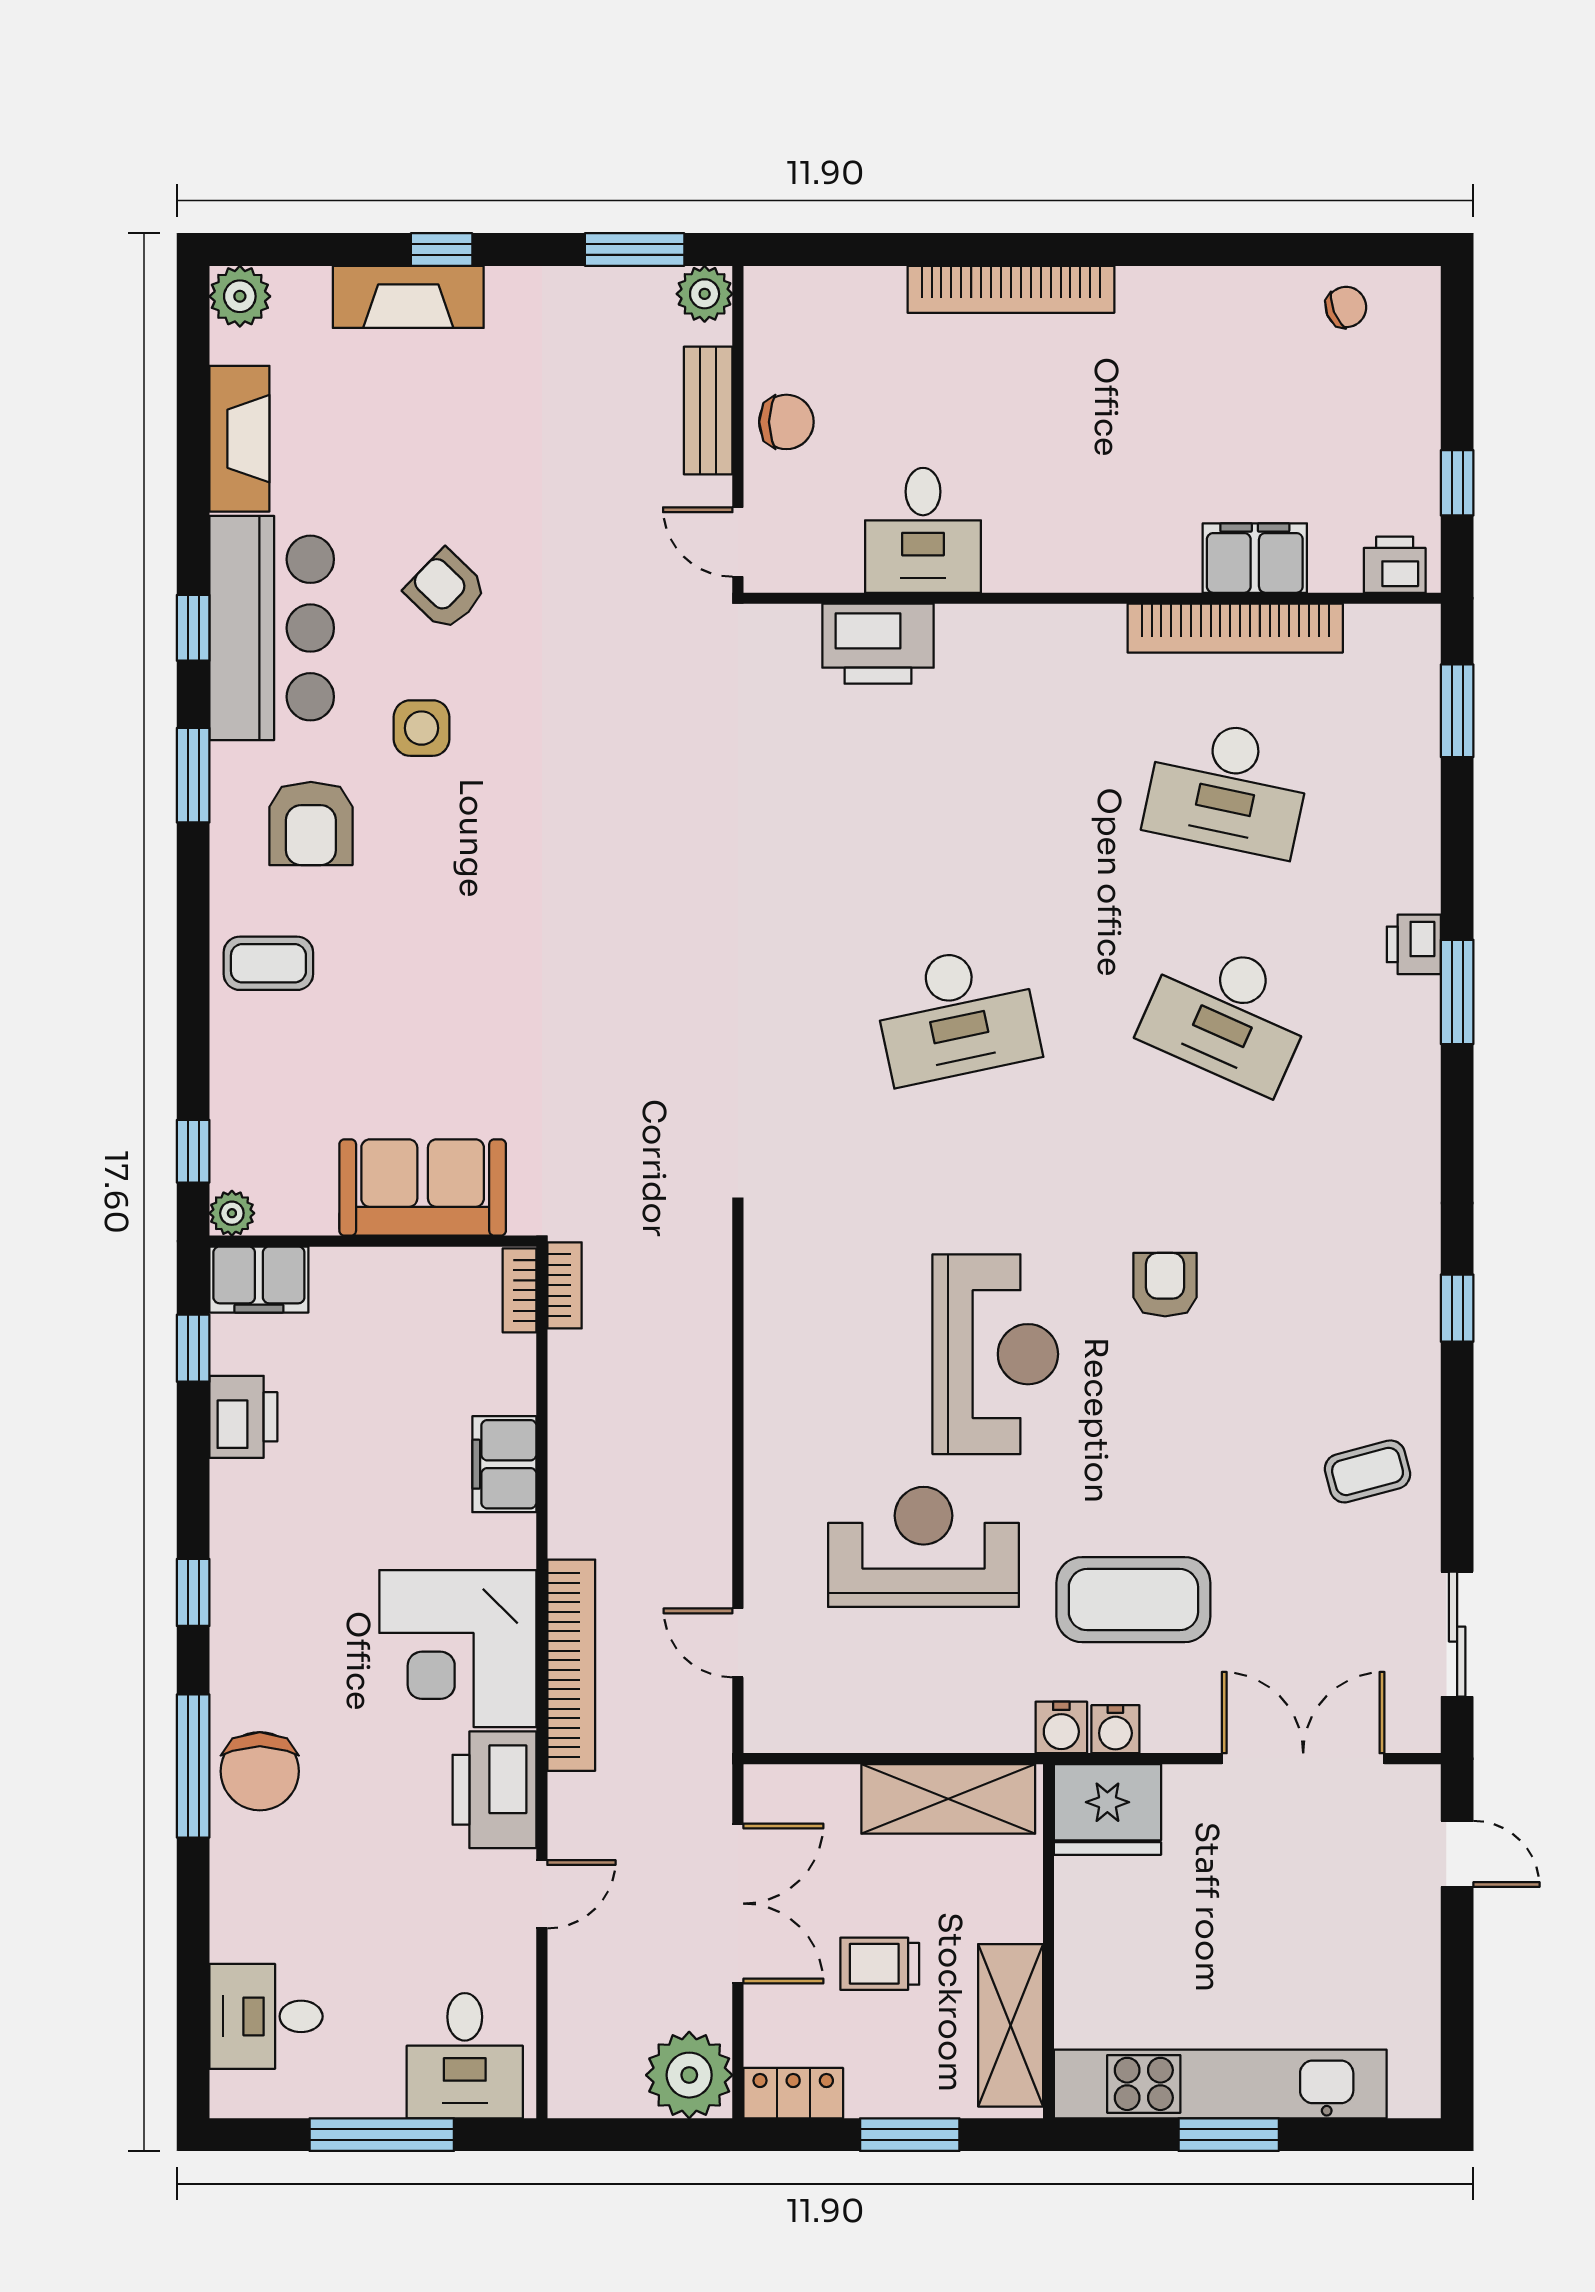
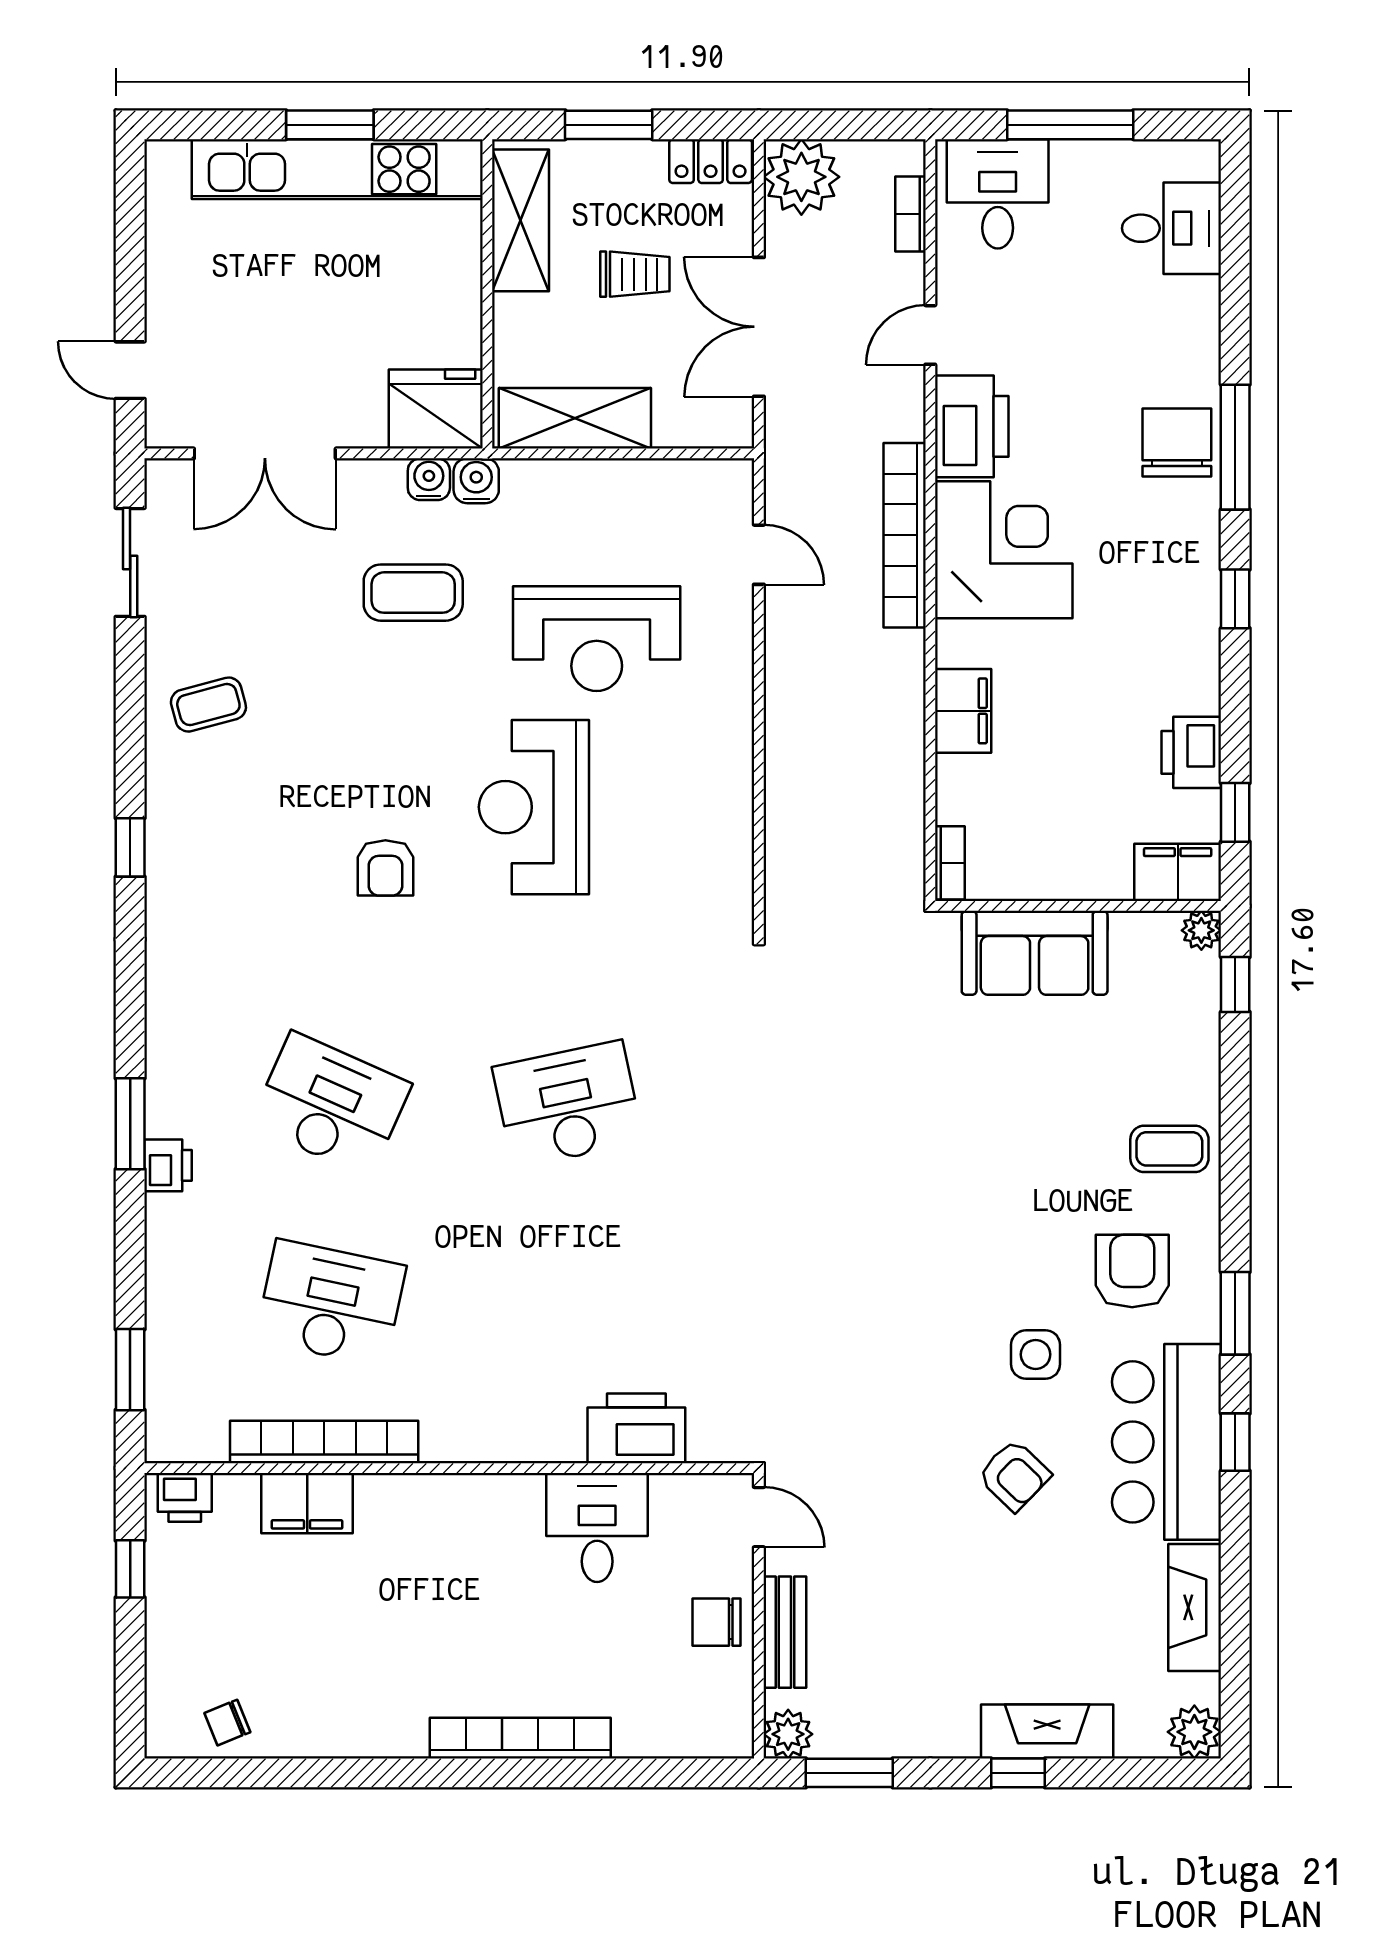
bookcase: (564, 1285) -> (911, 214), moved
coffee table: (1133, 1600) -> (413, 593), width x0.73, depth x0.76

